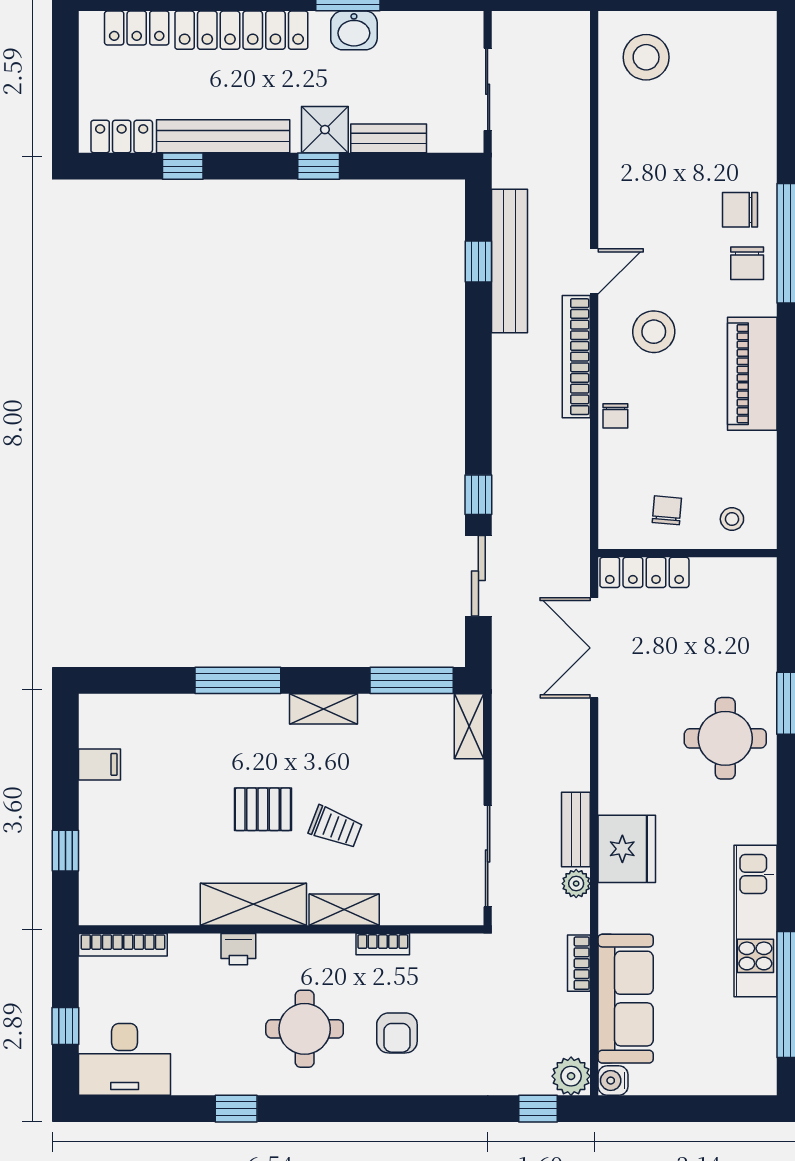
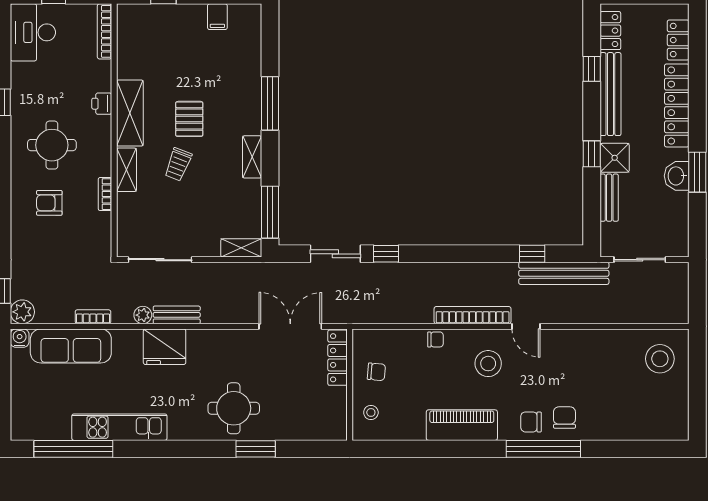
bench: (510, 261) -> (564, 273), moved
chair: (615, 416) -> (435, 339), turned 180

